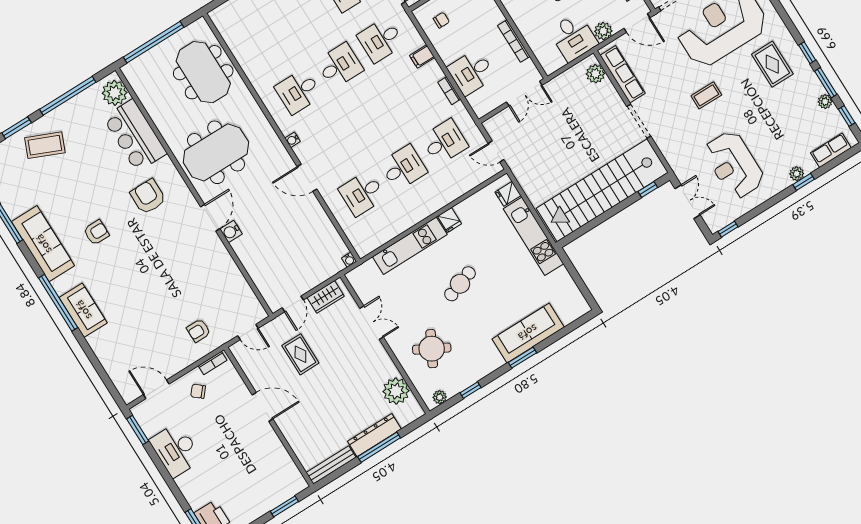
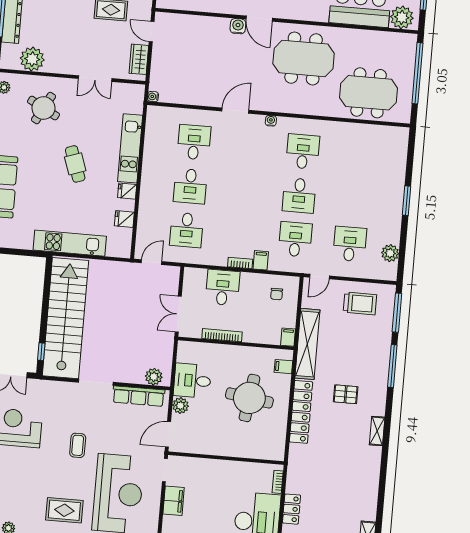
bookcase: (449, 91) -> (240, 263), moved
meeting table: (216, 152) -> (304, 58), turned 90
fridge: (508, 194) -> (124, 219), moved, turned -90

